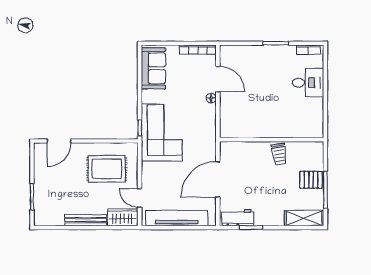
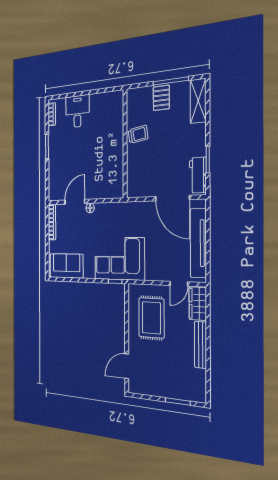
door: (59, 141) -> (127, 366), swing flipped
door: (218, 180) -> (172, 198), moved

